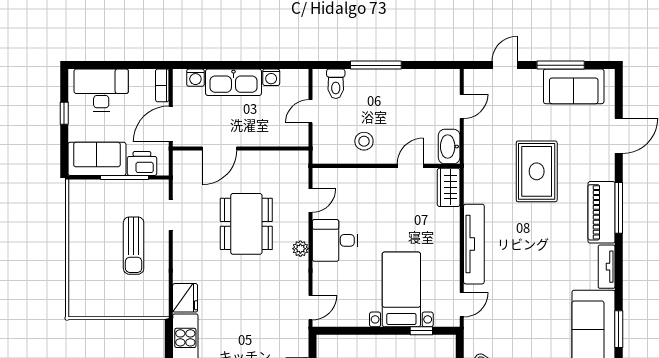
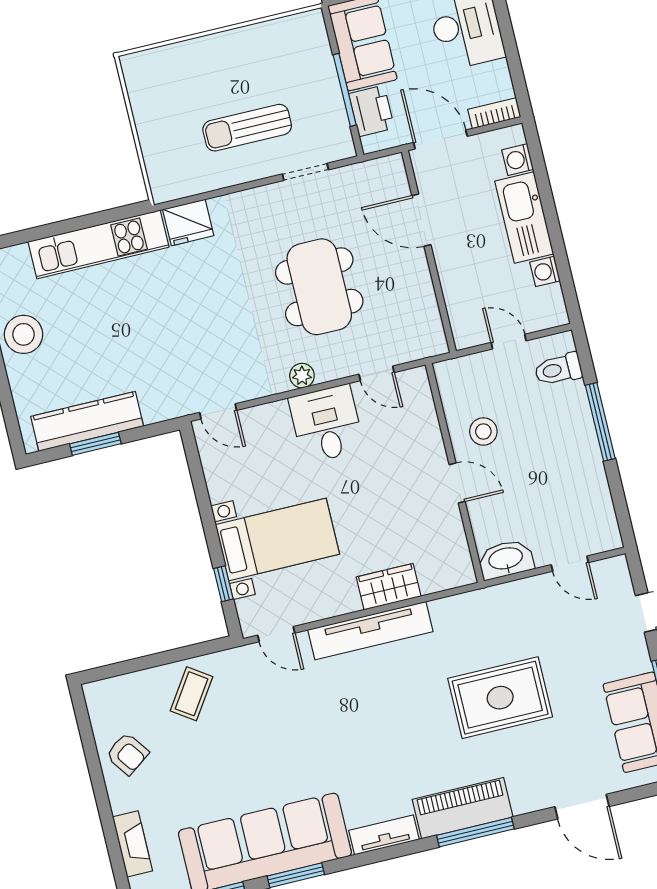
door: (410, 166) -> (457, 483), moved
wardrobe: (449, 187) -> (389, 587), moved
dining table: (246, 224) -> (319, 287), turned 90

